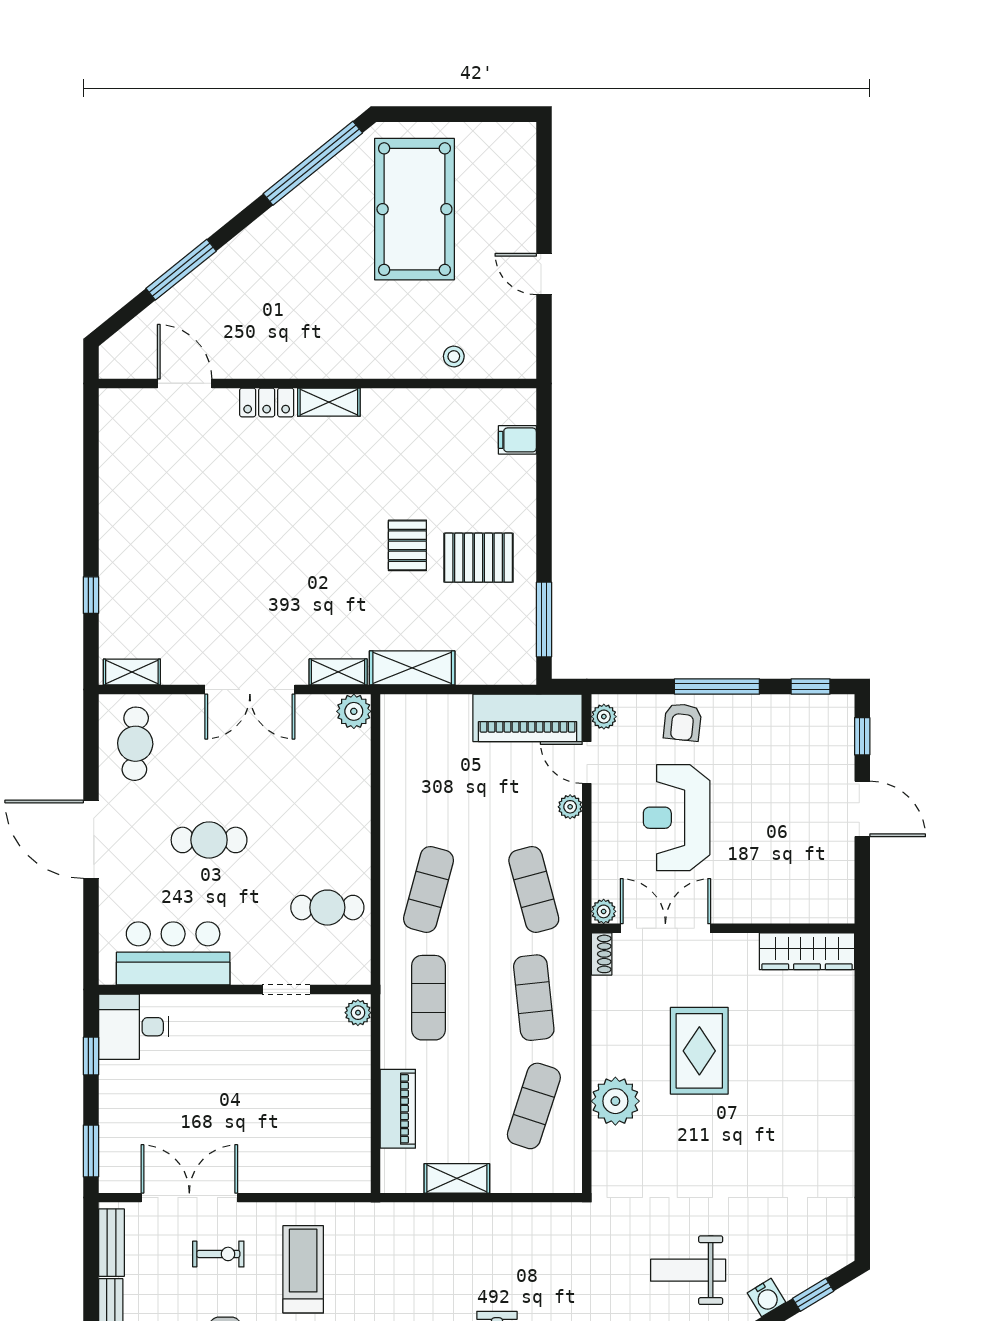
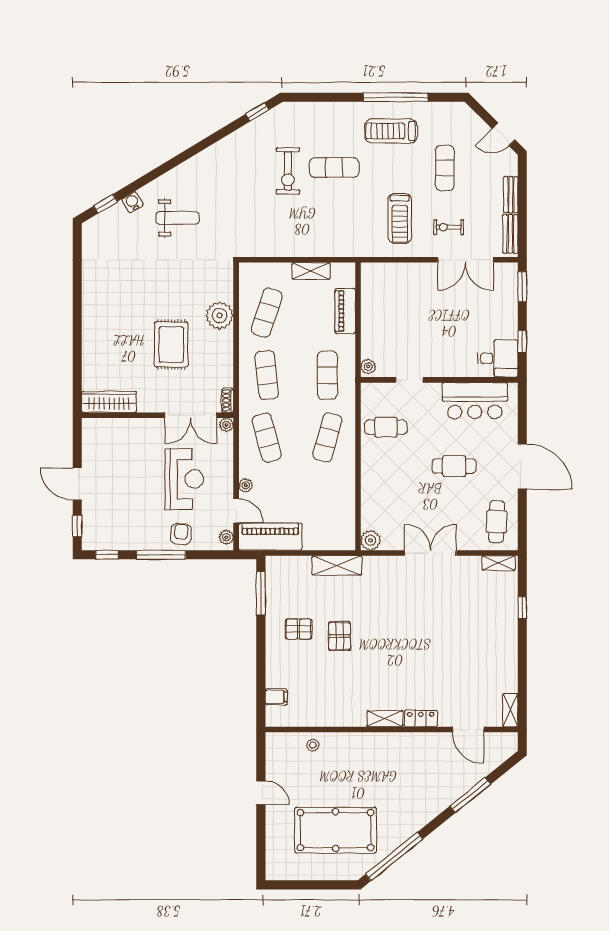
pool table: (414, 209) -> (336, 830), turned 90
pallet: (479, 558) -> (299, 629), width x0.67, depth x0.71
shelving: (338, 672) -> (510, 710), moved, turned 90

